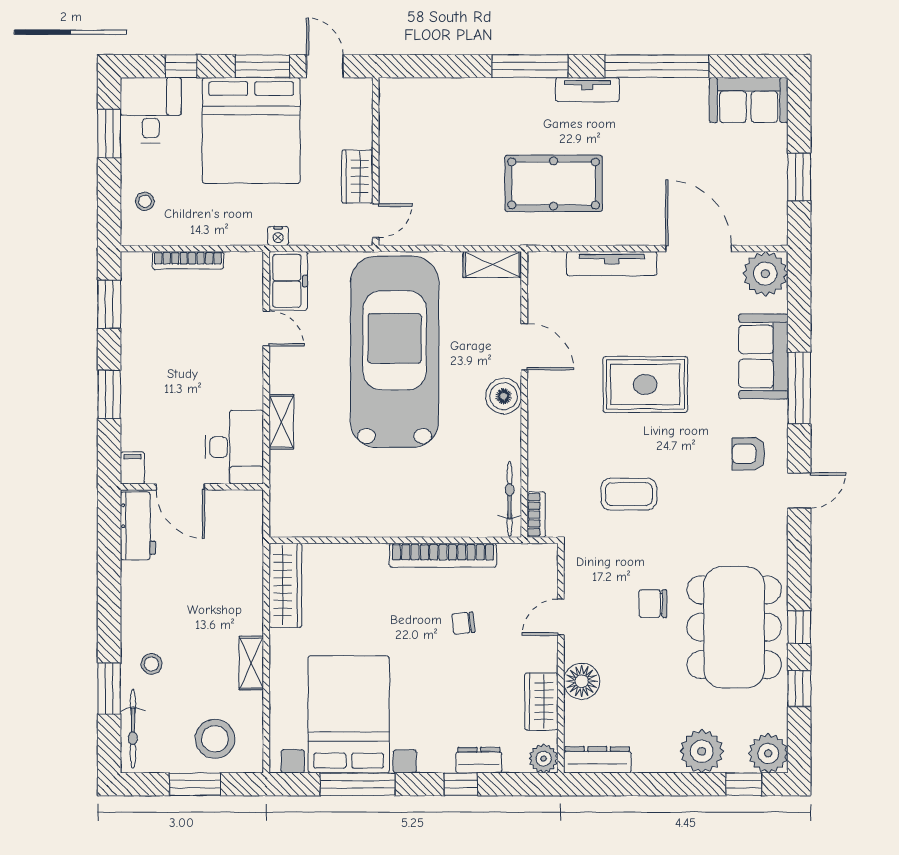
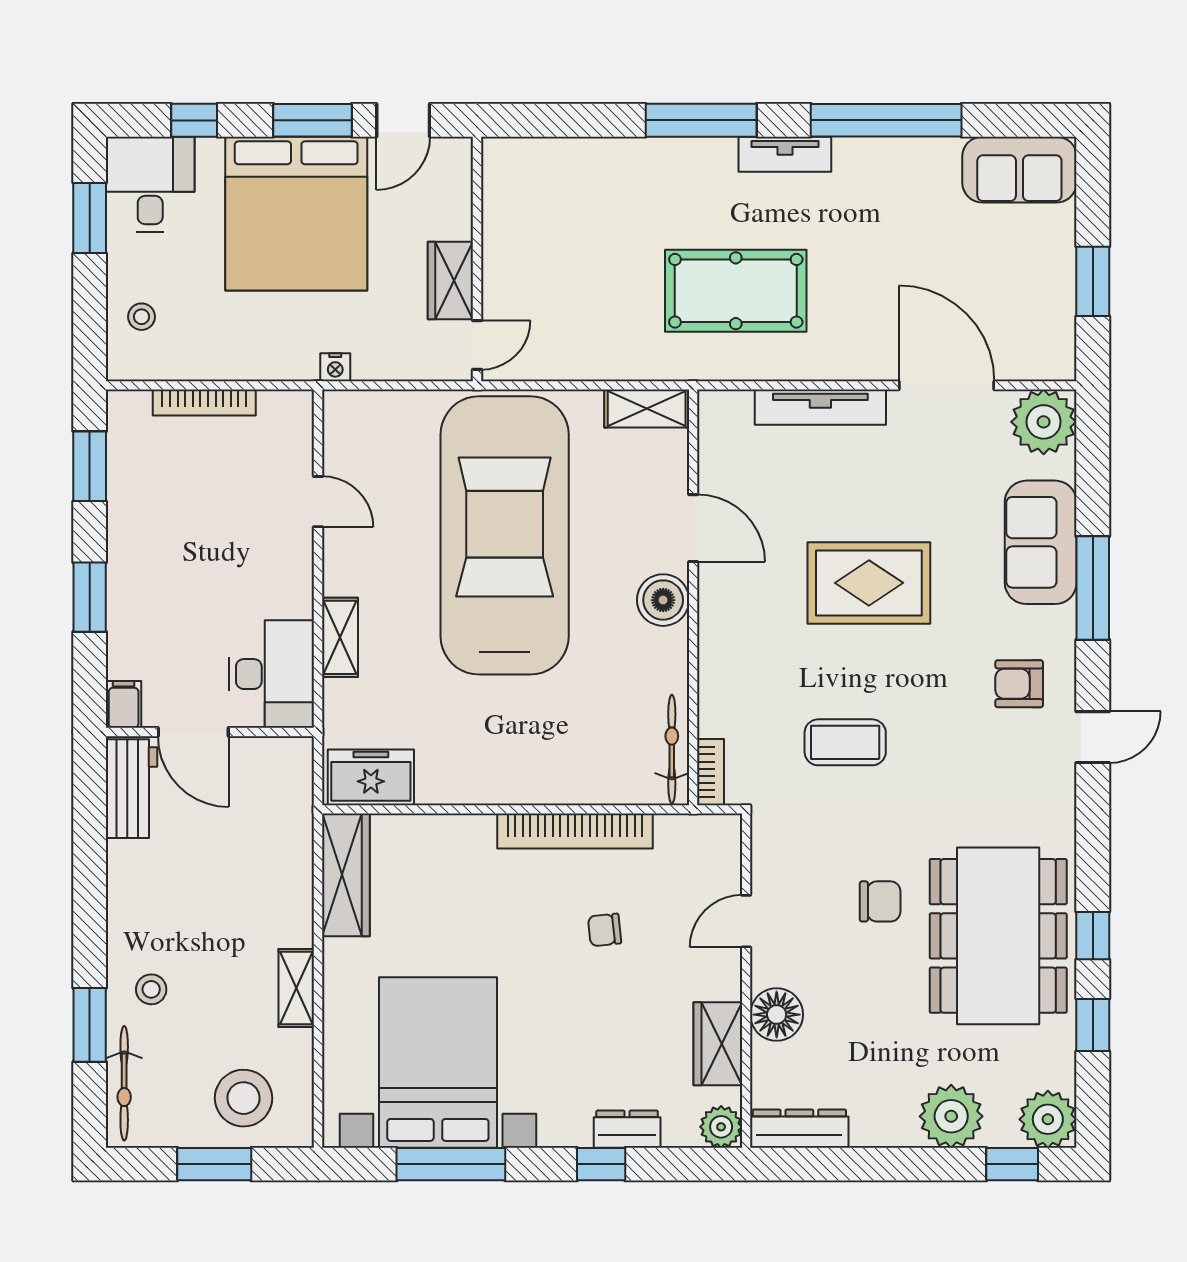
door: (325, 66) -> (403, 120), swing flipped
freezer: (288, 281) -> (371, 777), moved, turned -90
chair: (653, 604) -> (880, 901), turned 180

